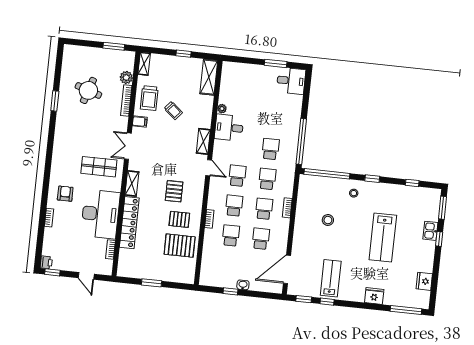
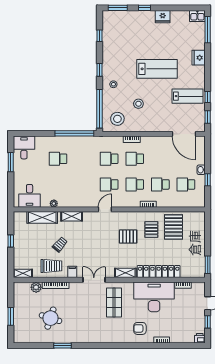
window: (114, 46) -> (11, 316), moved
shelving: (209, 77) -> (42, 217), moved
desk: (229, 128) -> (30, 196), moved
shelving: (203, 141) -> (72, 216), moved
double door: (128, 146) -> (94, 280), swing flipped
school desk: (270, 149) -> (58, 159), moved
stool: (313, 194) -> (117, 119), added
kitchen sink: (430, 231) -> (197, 16), moved
lab bench: (383, 238) -> (157, 69), moved
school desk: (261, 239) -> (186, 184), moved
window: (52, 272) -> (208, 322), moved
lab bench: (331, 278) -> (187, 96), turned 180
fridge: (424, 281) -> (163, 17), moved
window: (151, 283) -> (208, 265), moved

